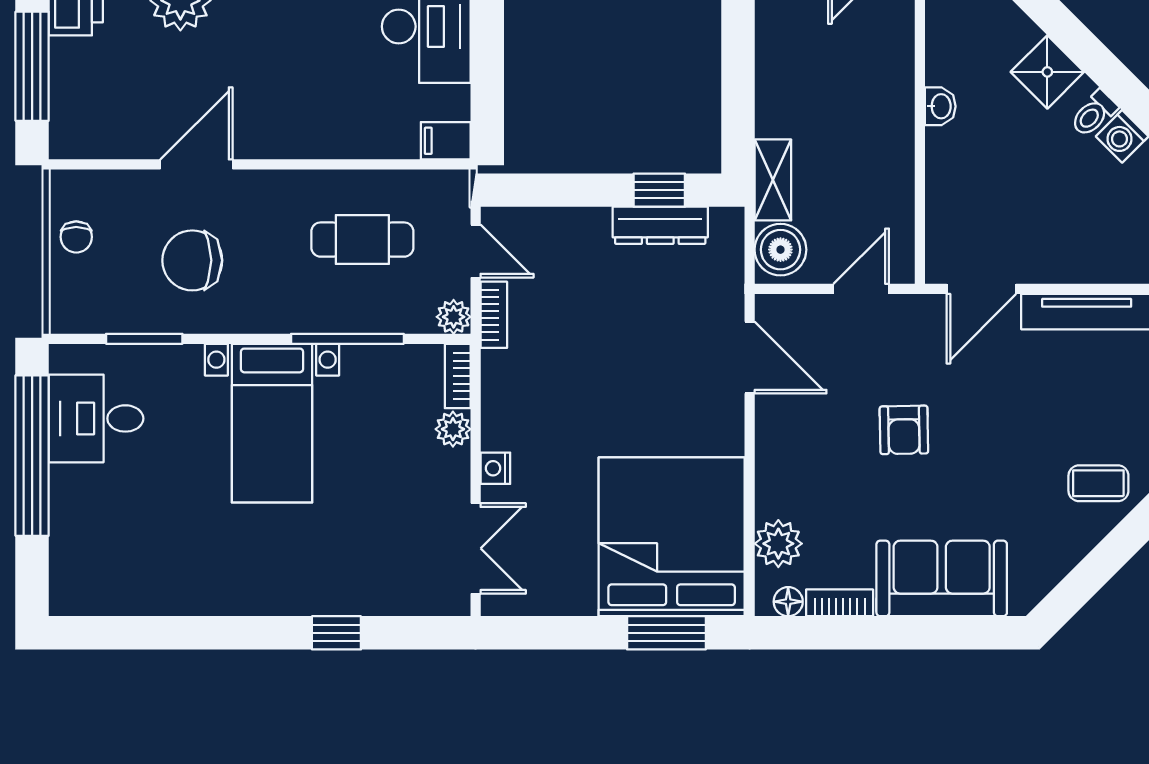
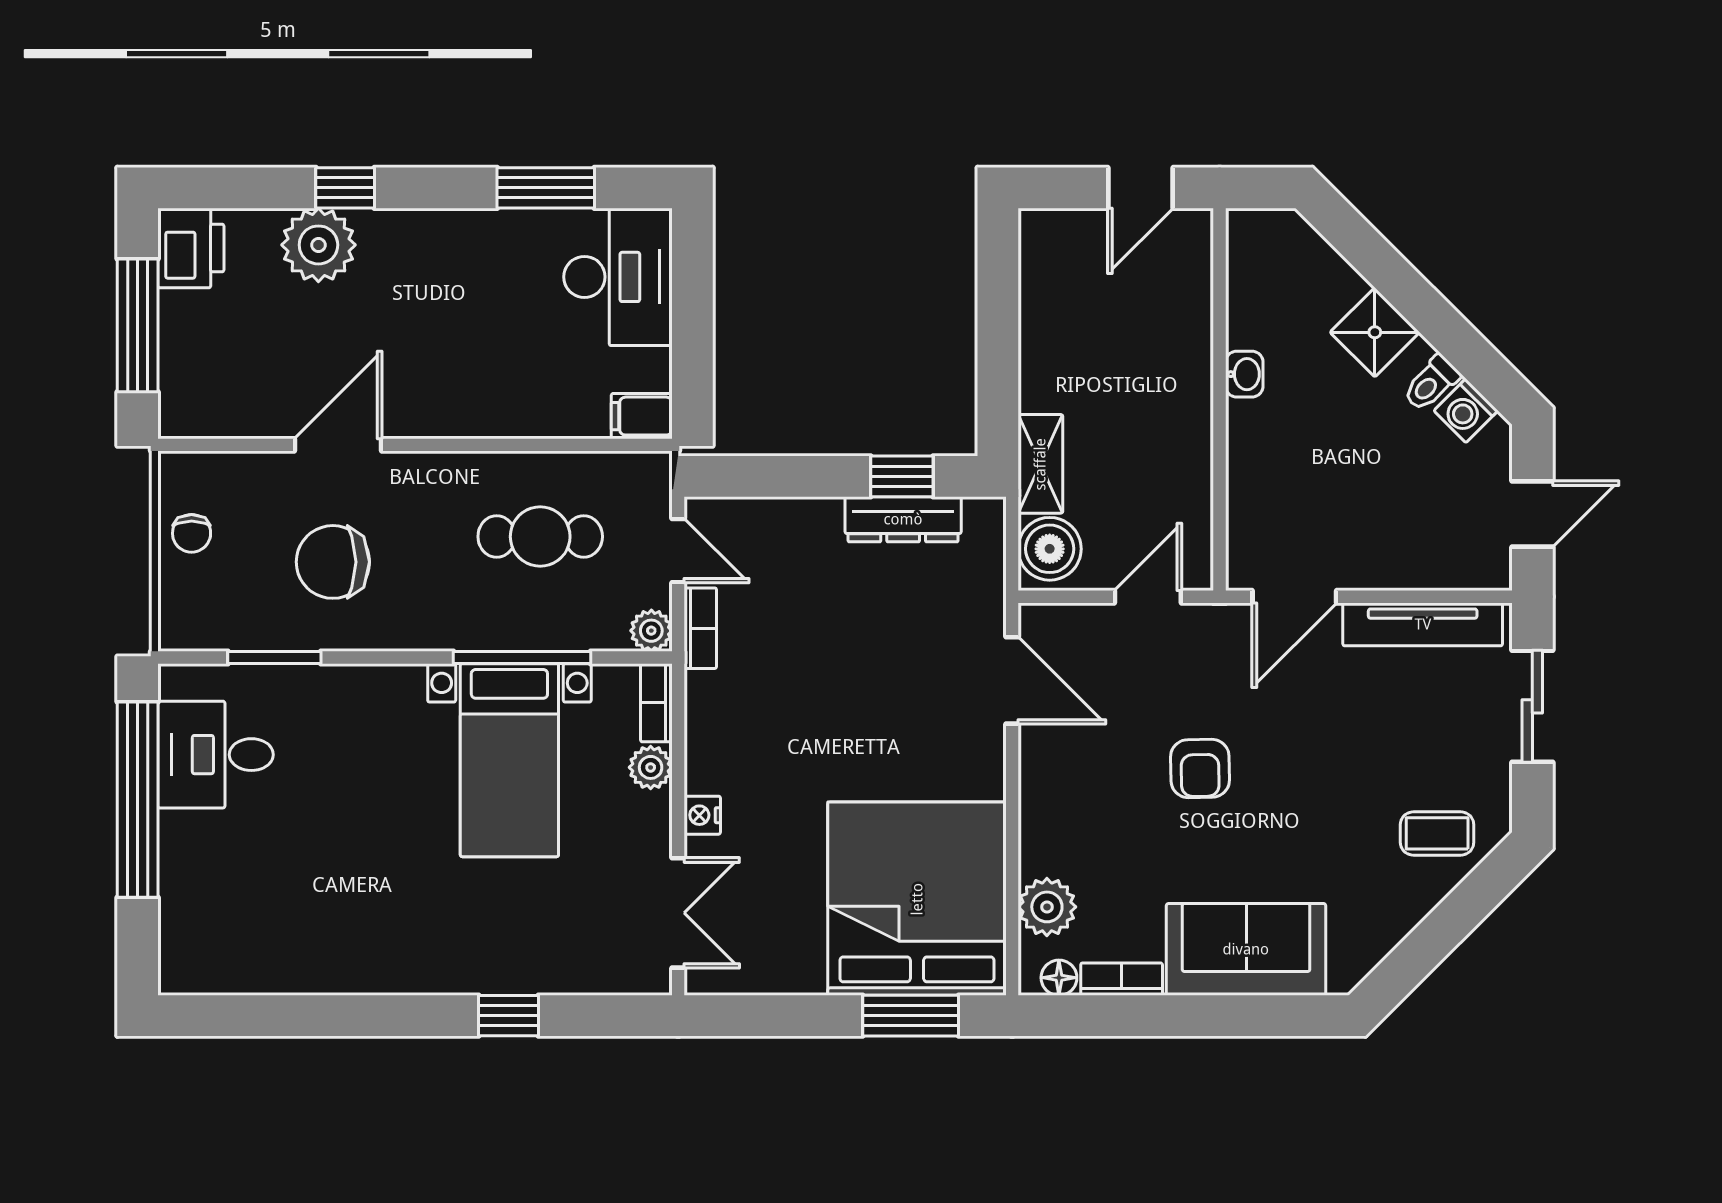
bed with nightstands: (272, 423) -> (509, 760), moved

